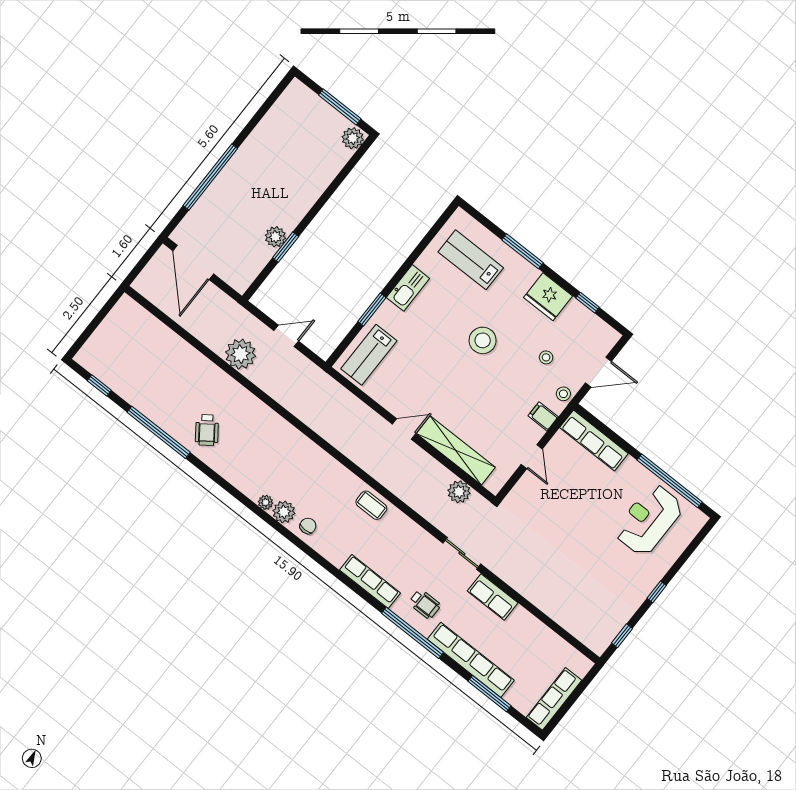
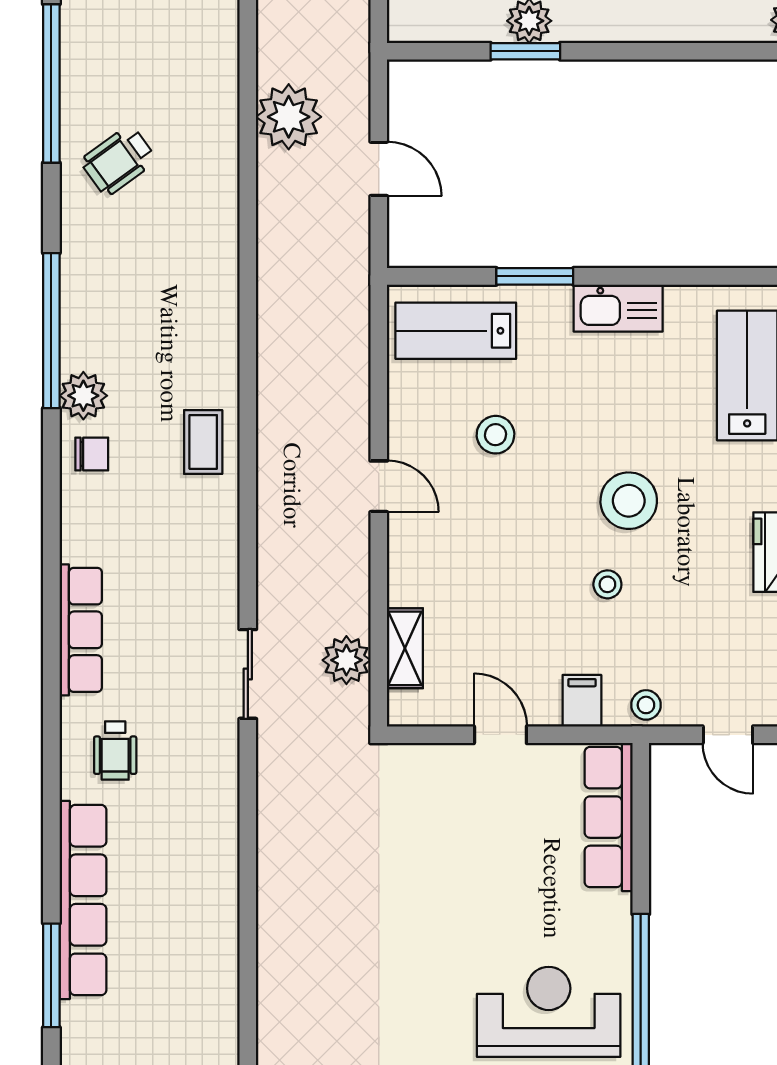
stool: (546, 357) -> (607, 584), moved
stool: (419, 370) -> (495, 435), added
door: (598, 372) -> (728, 735), width x0.73
shelving: (456, 450) -> (405, 648), width x0.45, depth x0.75
door: (532, 457) -> (500, 735), swing flipped
plant: (266, 502) -> (75, 353), removed
coffee table: (371, 505) -> (203, 442), moved
sliding door: (462, 553) -> (248, 674), moved
row of seats: (493, 597) -> (216, 854), removed
window: (412, 633) -> (51, 331), moved

